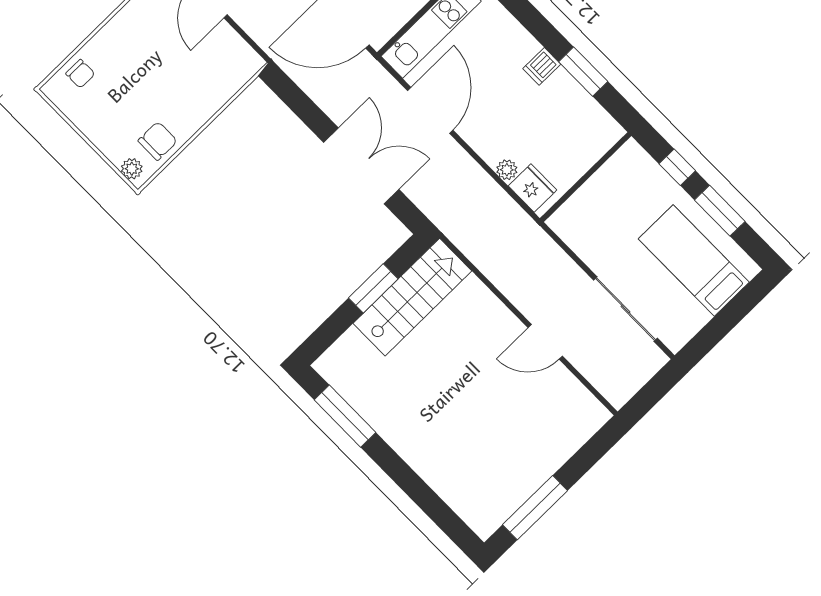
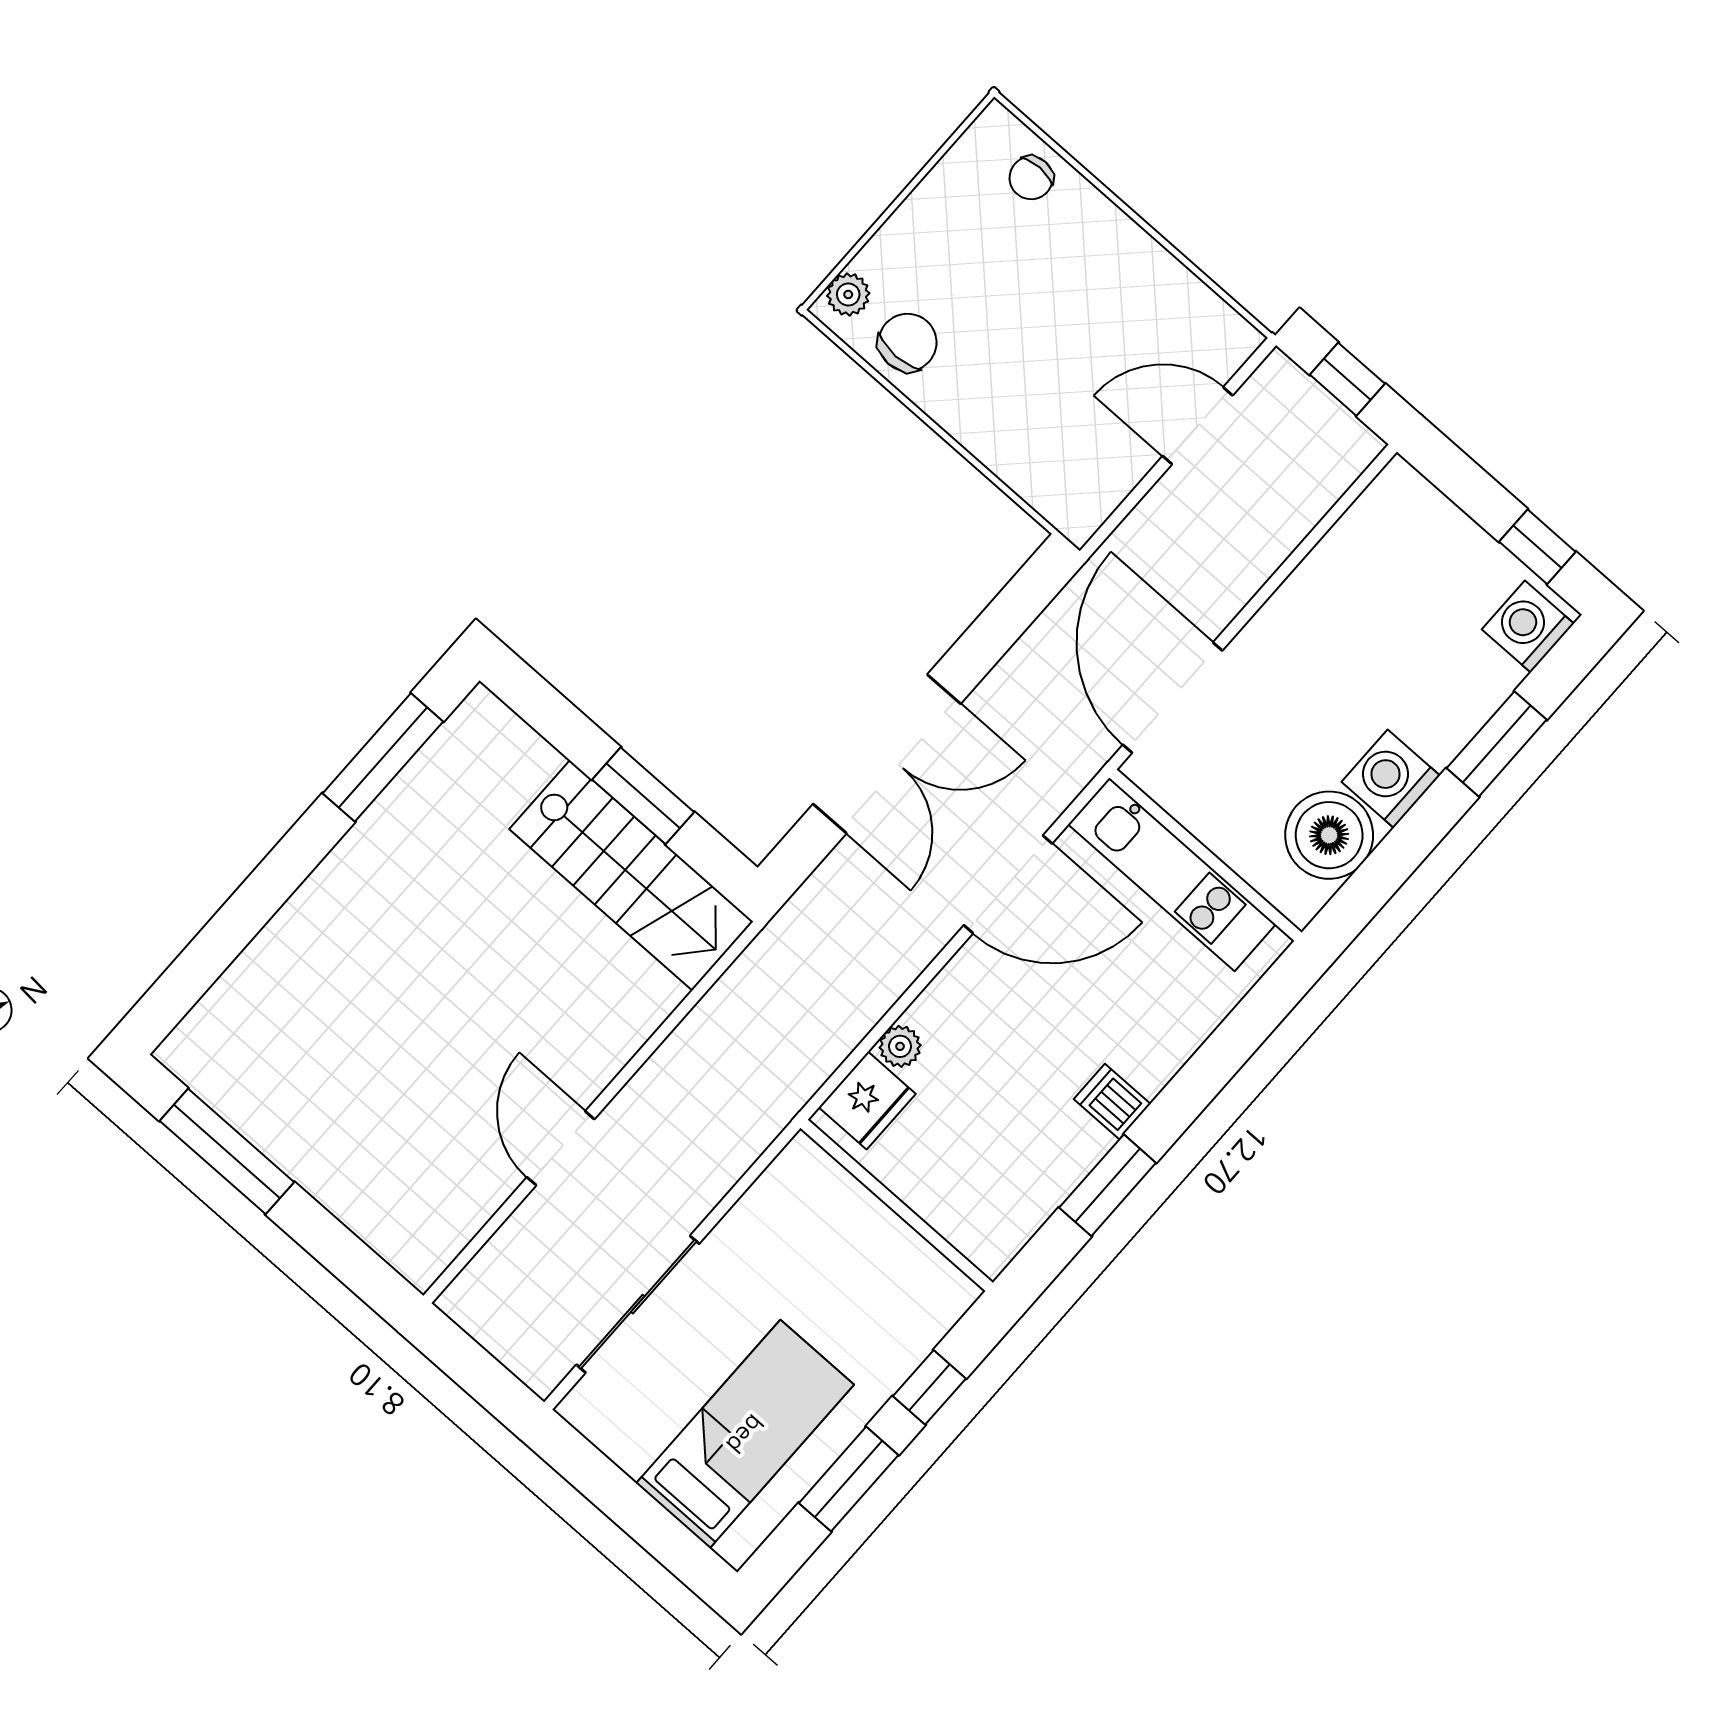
chair: (158, 141) -> (908, 342), turned -90

